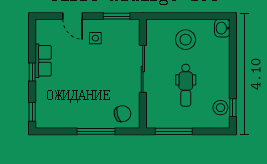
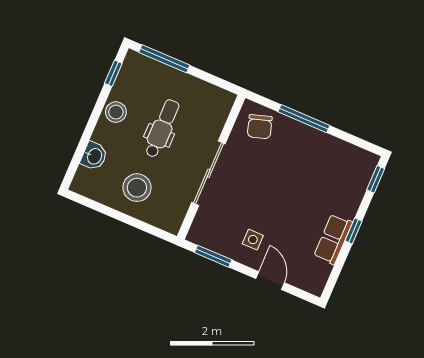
washbasin: (222, 28) -> (94, 156), moved
stool: (220, 108) -> (116, 112), moved
chair: (122, 114) -> (260, 127), turned -91
window: (174, 131) -> (164, 59), moved

